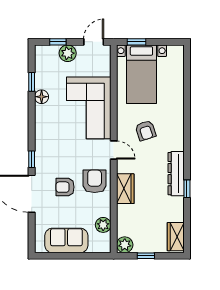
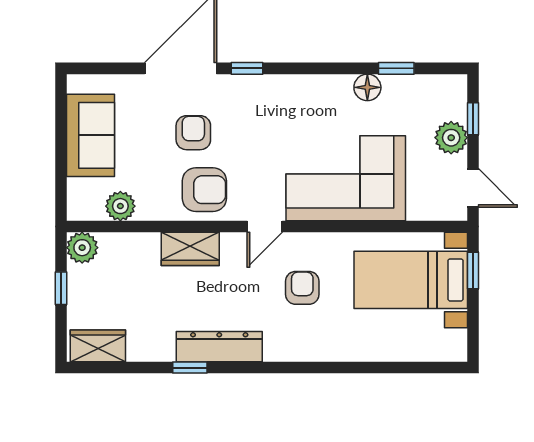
armchair: (146, 131) -> (302, 288), turned 108

